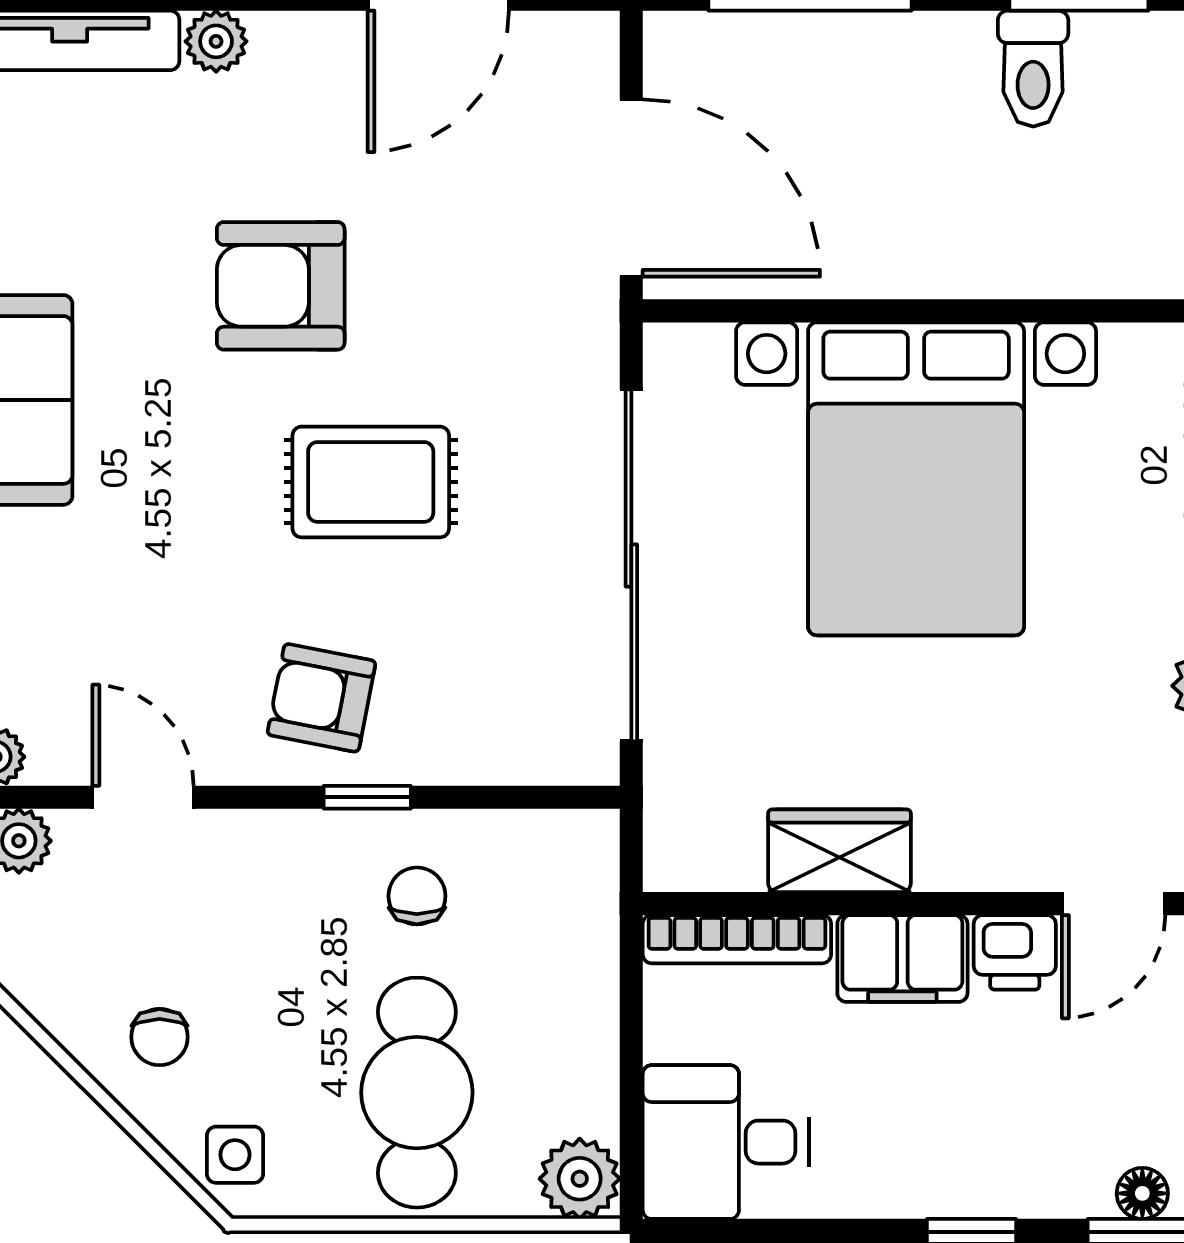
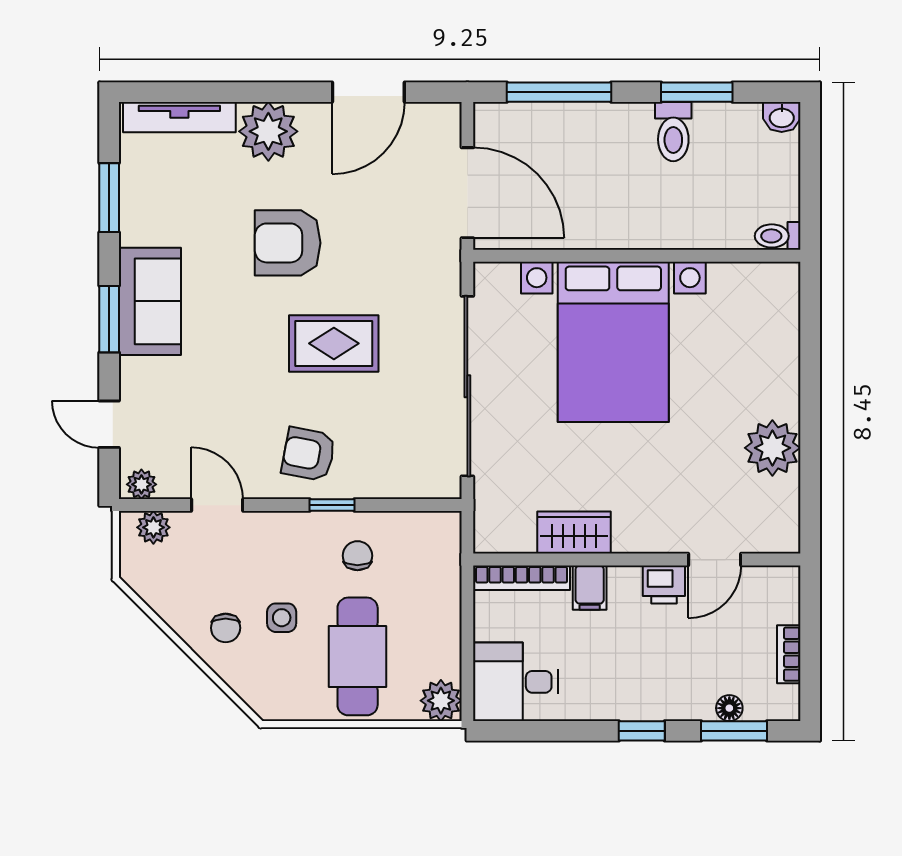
plant: (216, 41) -> (268, 131), width x1.88, depth x1.88
filing cabinet: (902, 958) -> (590, 588), width x0.50
side table: (235, 1155) -> (282, 618), moved

